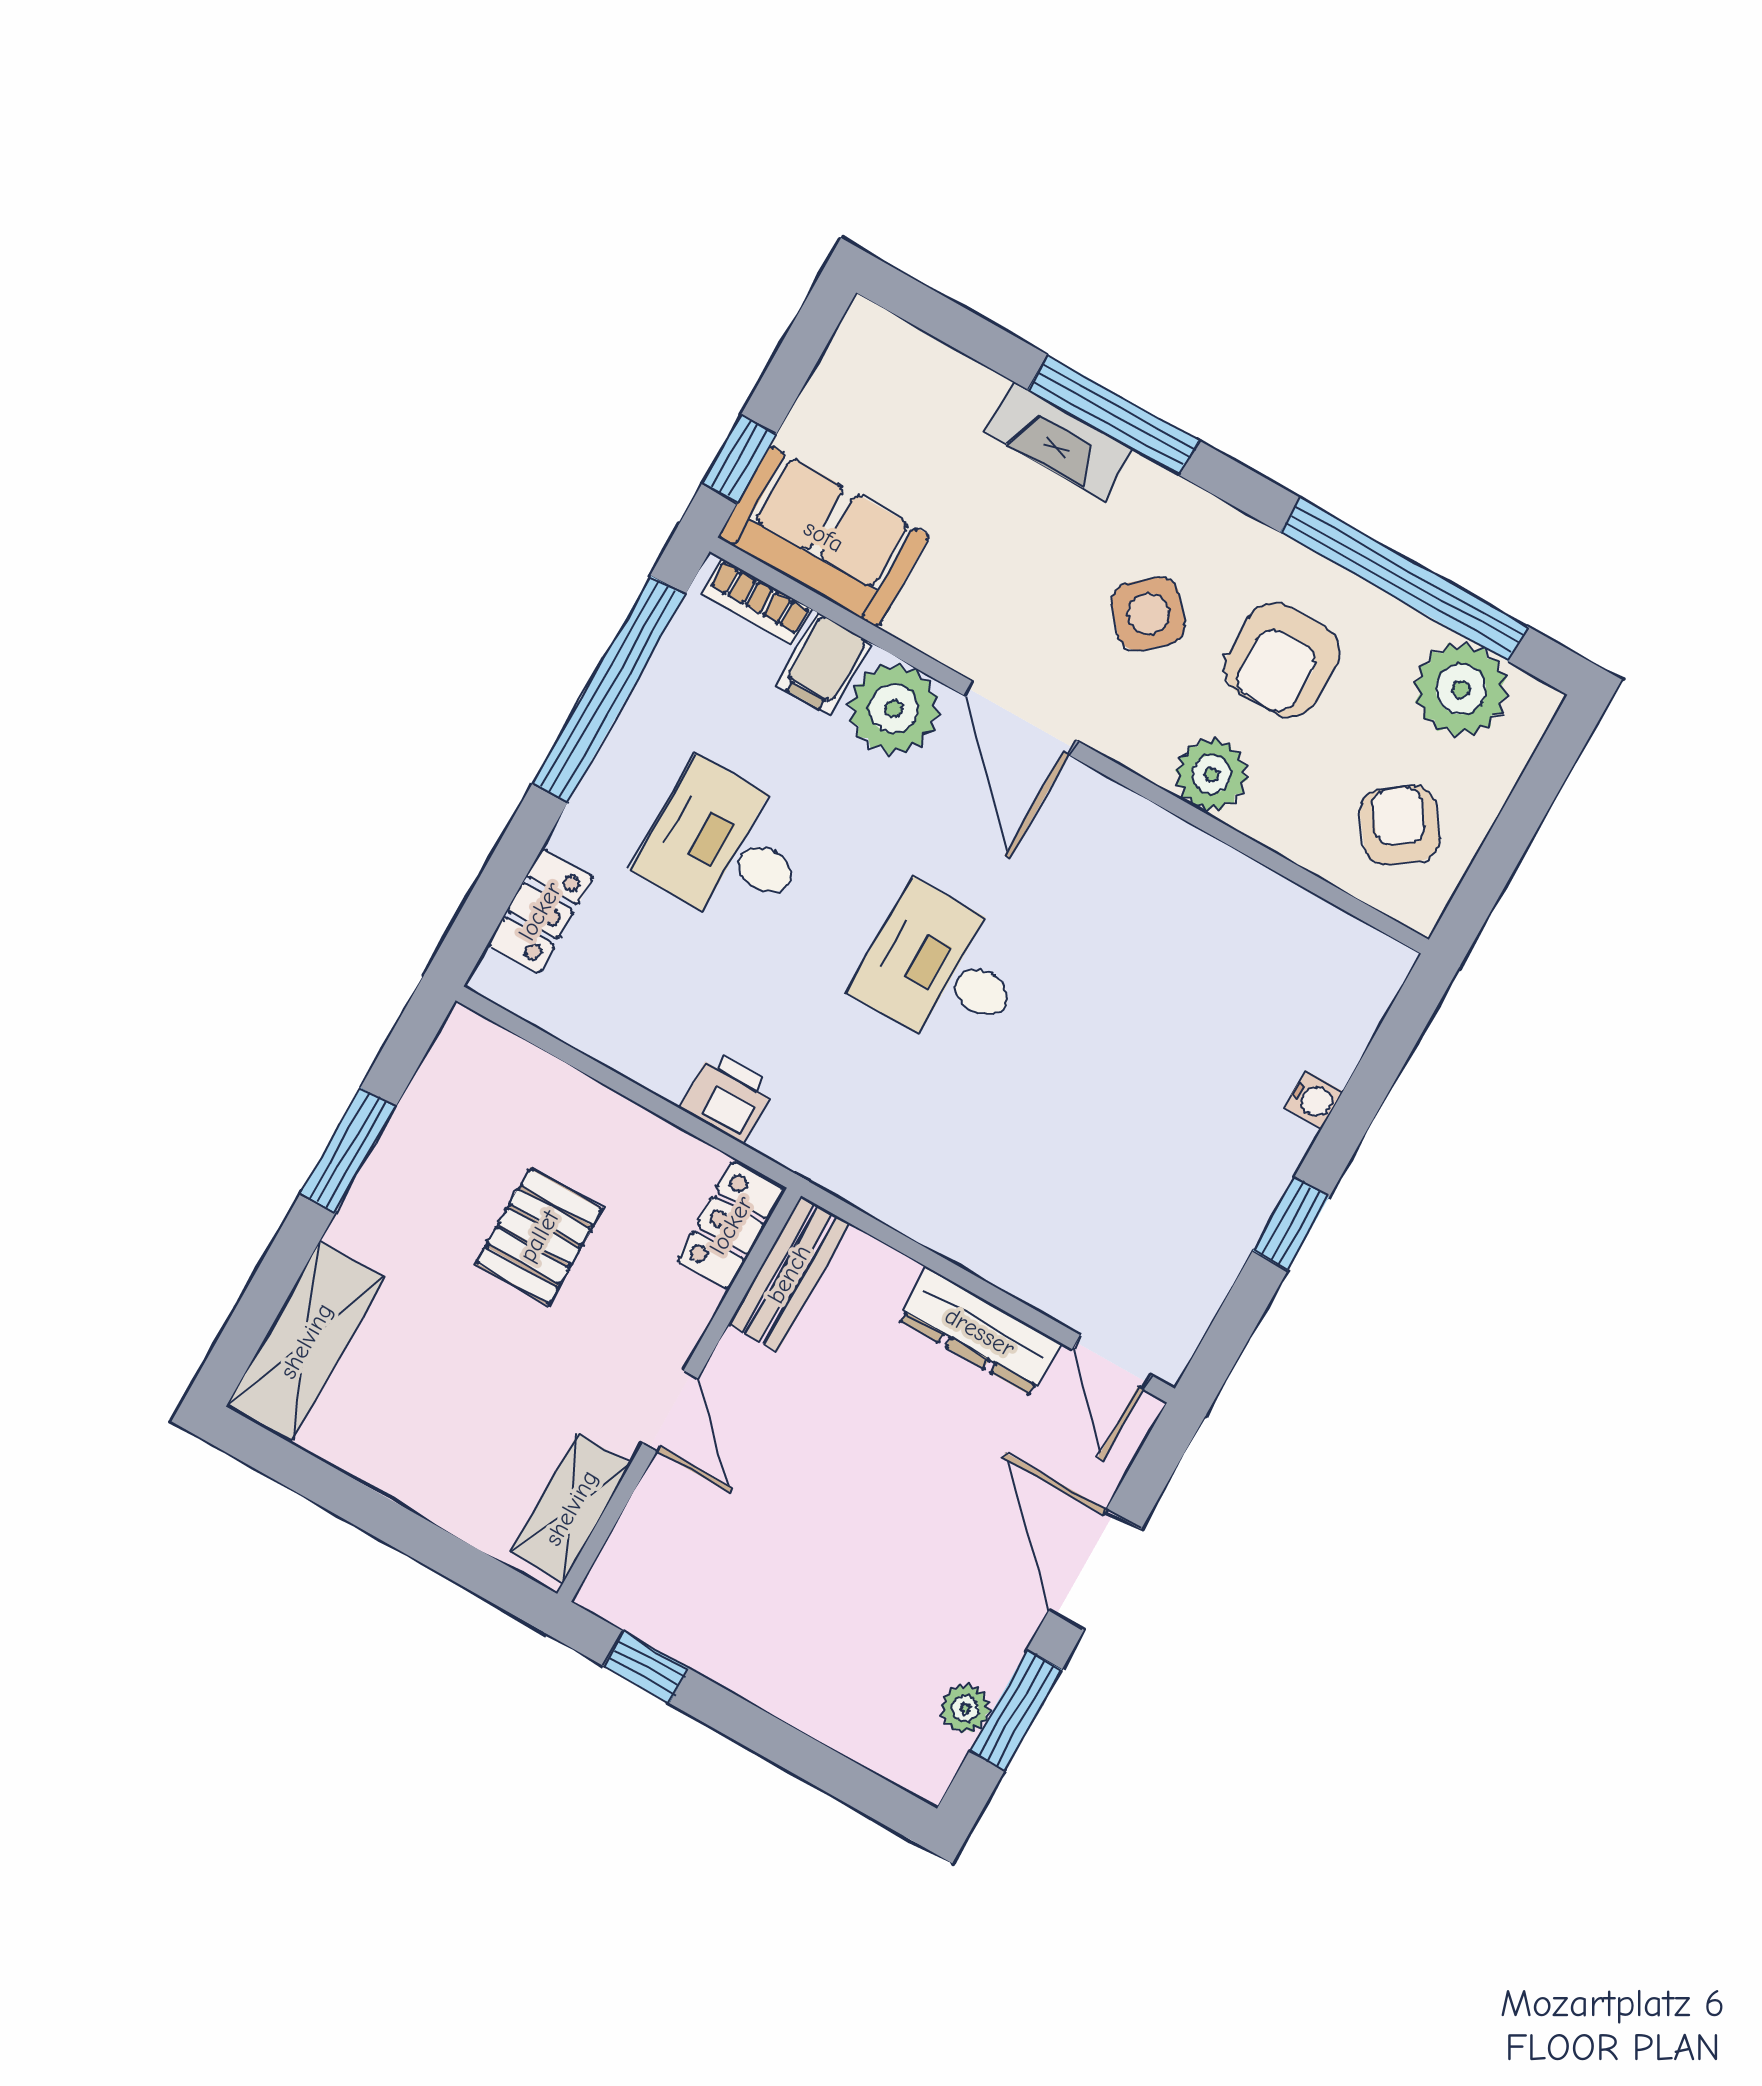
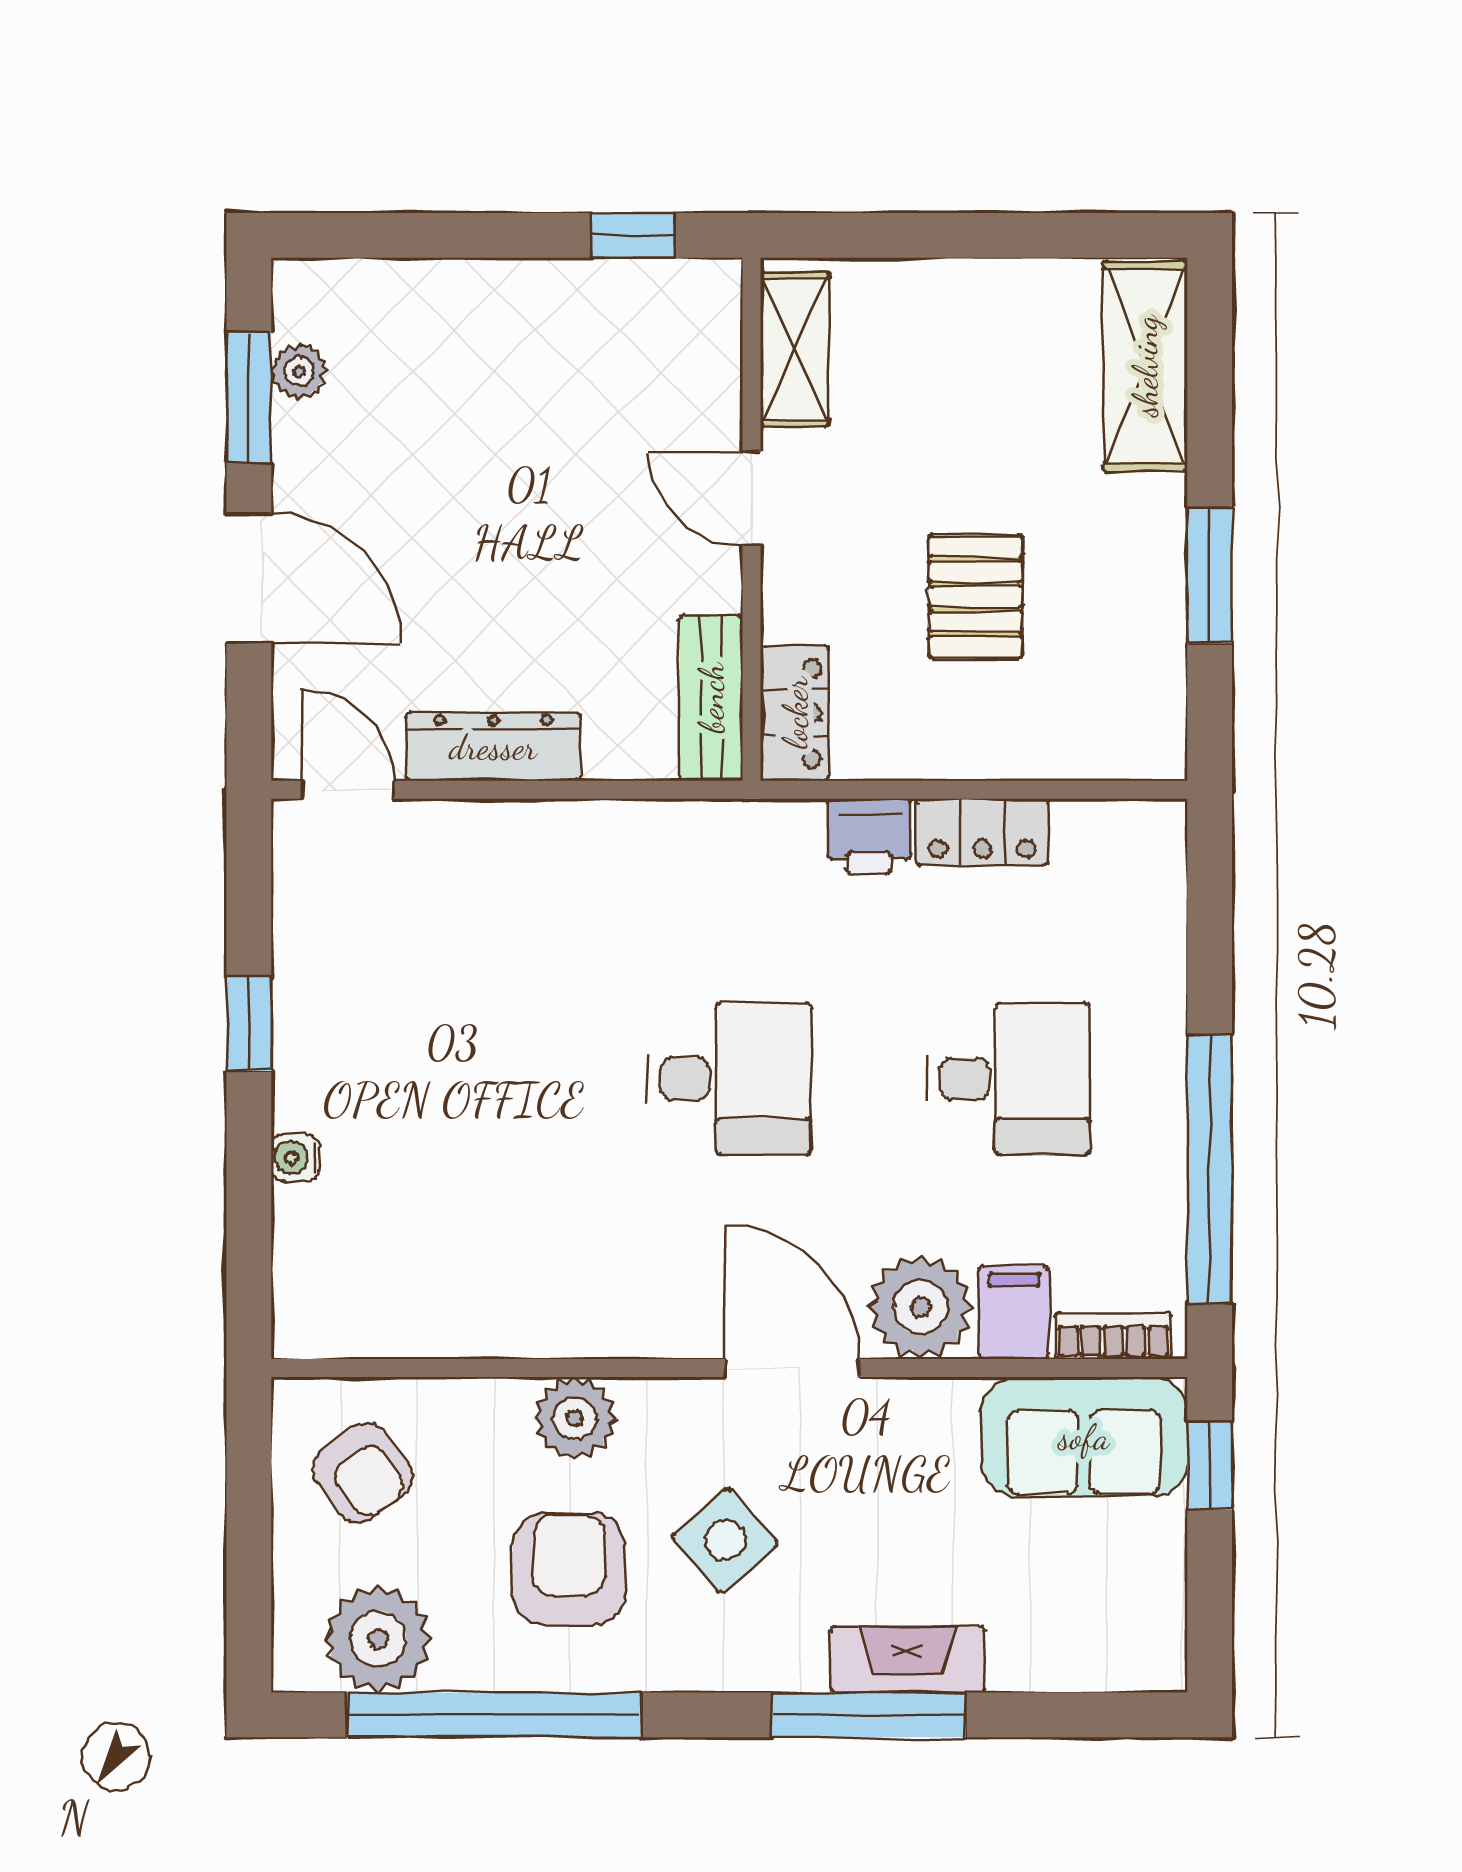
locker: (540, 911) -> (982, 832), moved, turned -90

